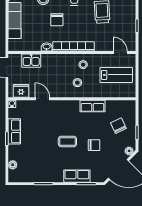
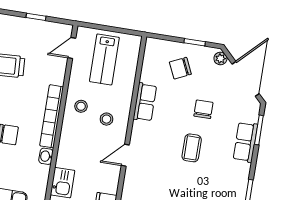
lab bench: (116, 75) -> (104, 59), turned 180
door: (42, 99) -> (125, 155), moved

